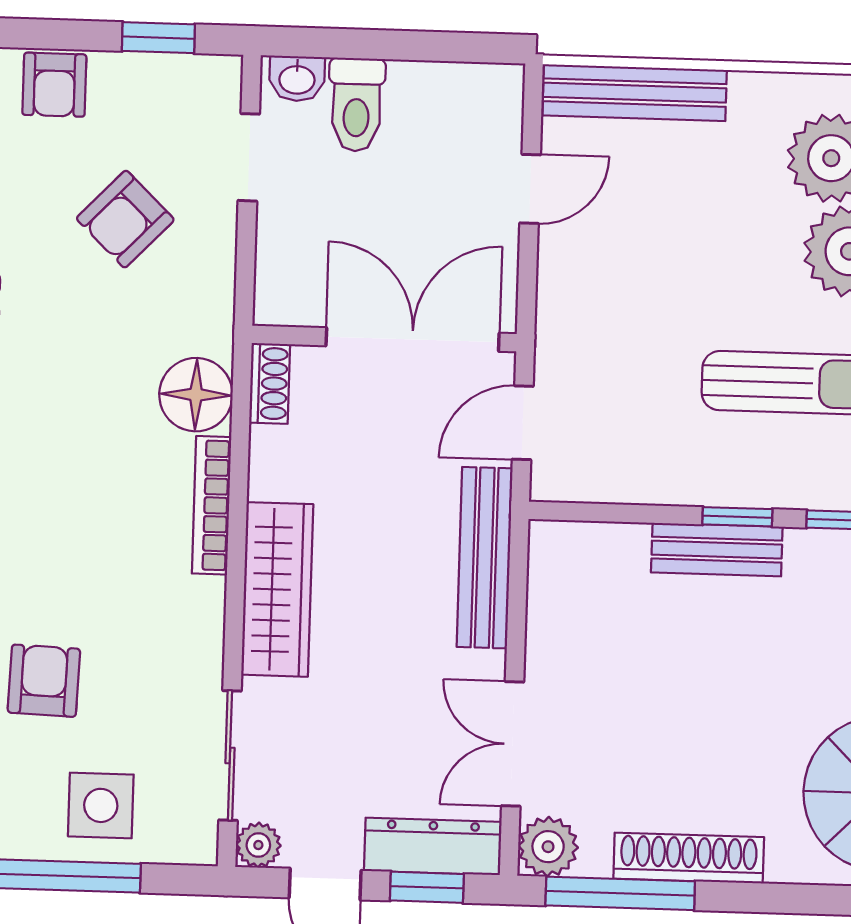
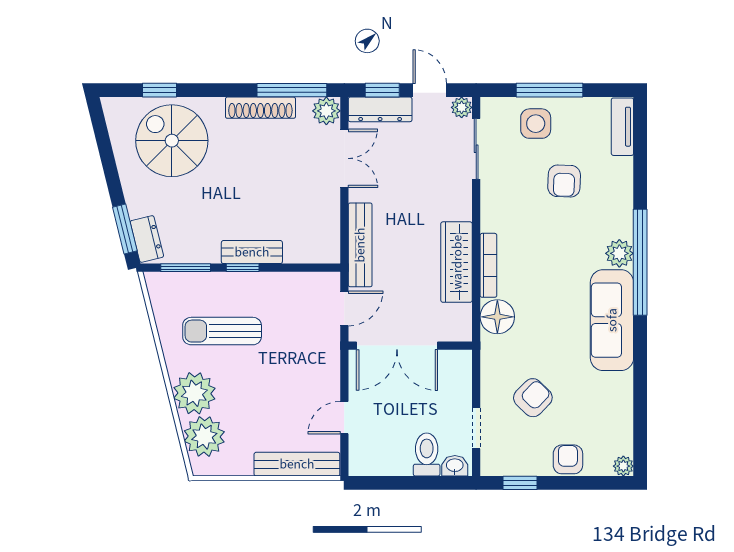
shoe rack: (270, 383) -> (463, 323), removed
wardrobe: (277, 589) -> (457, 262), moved

